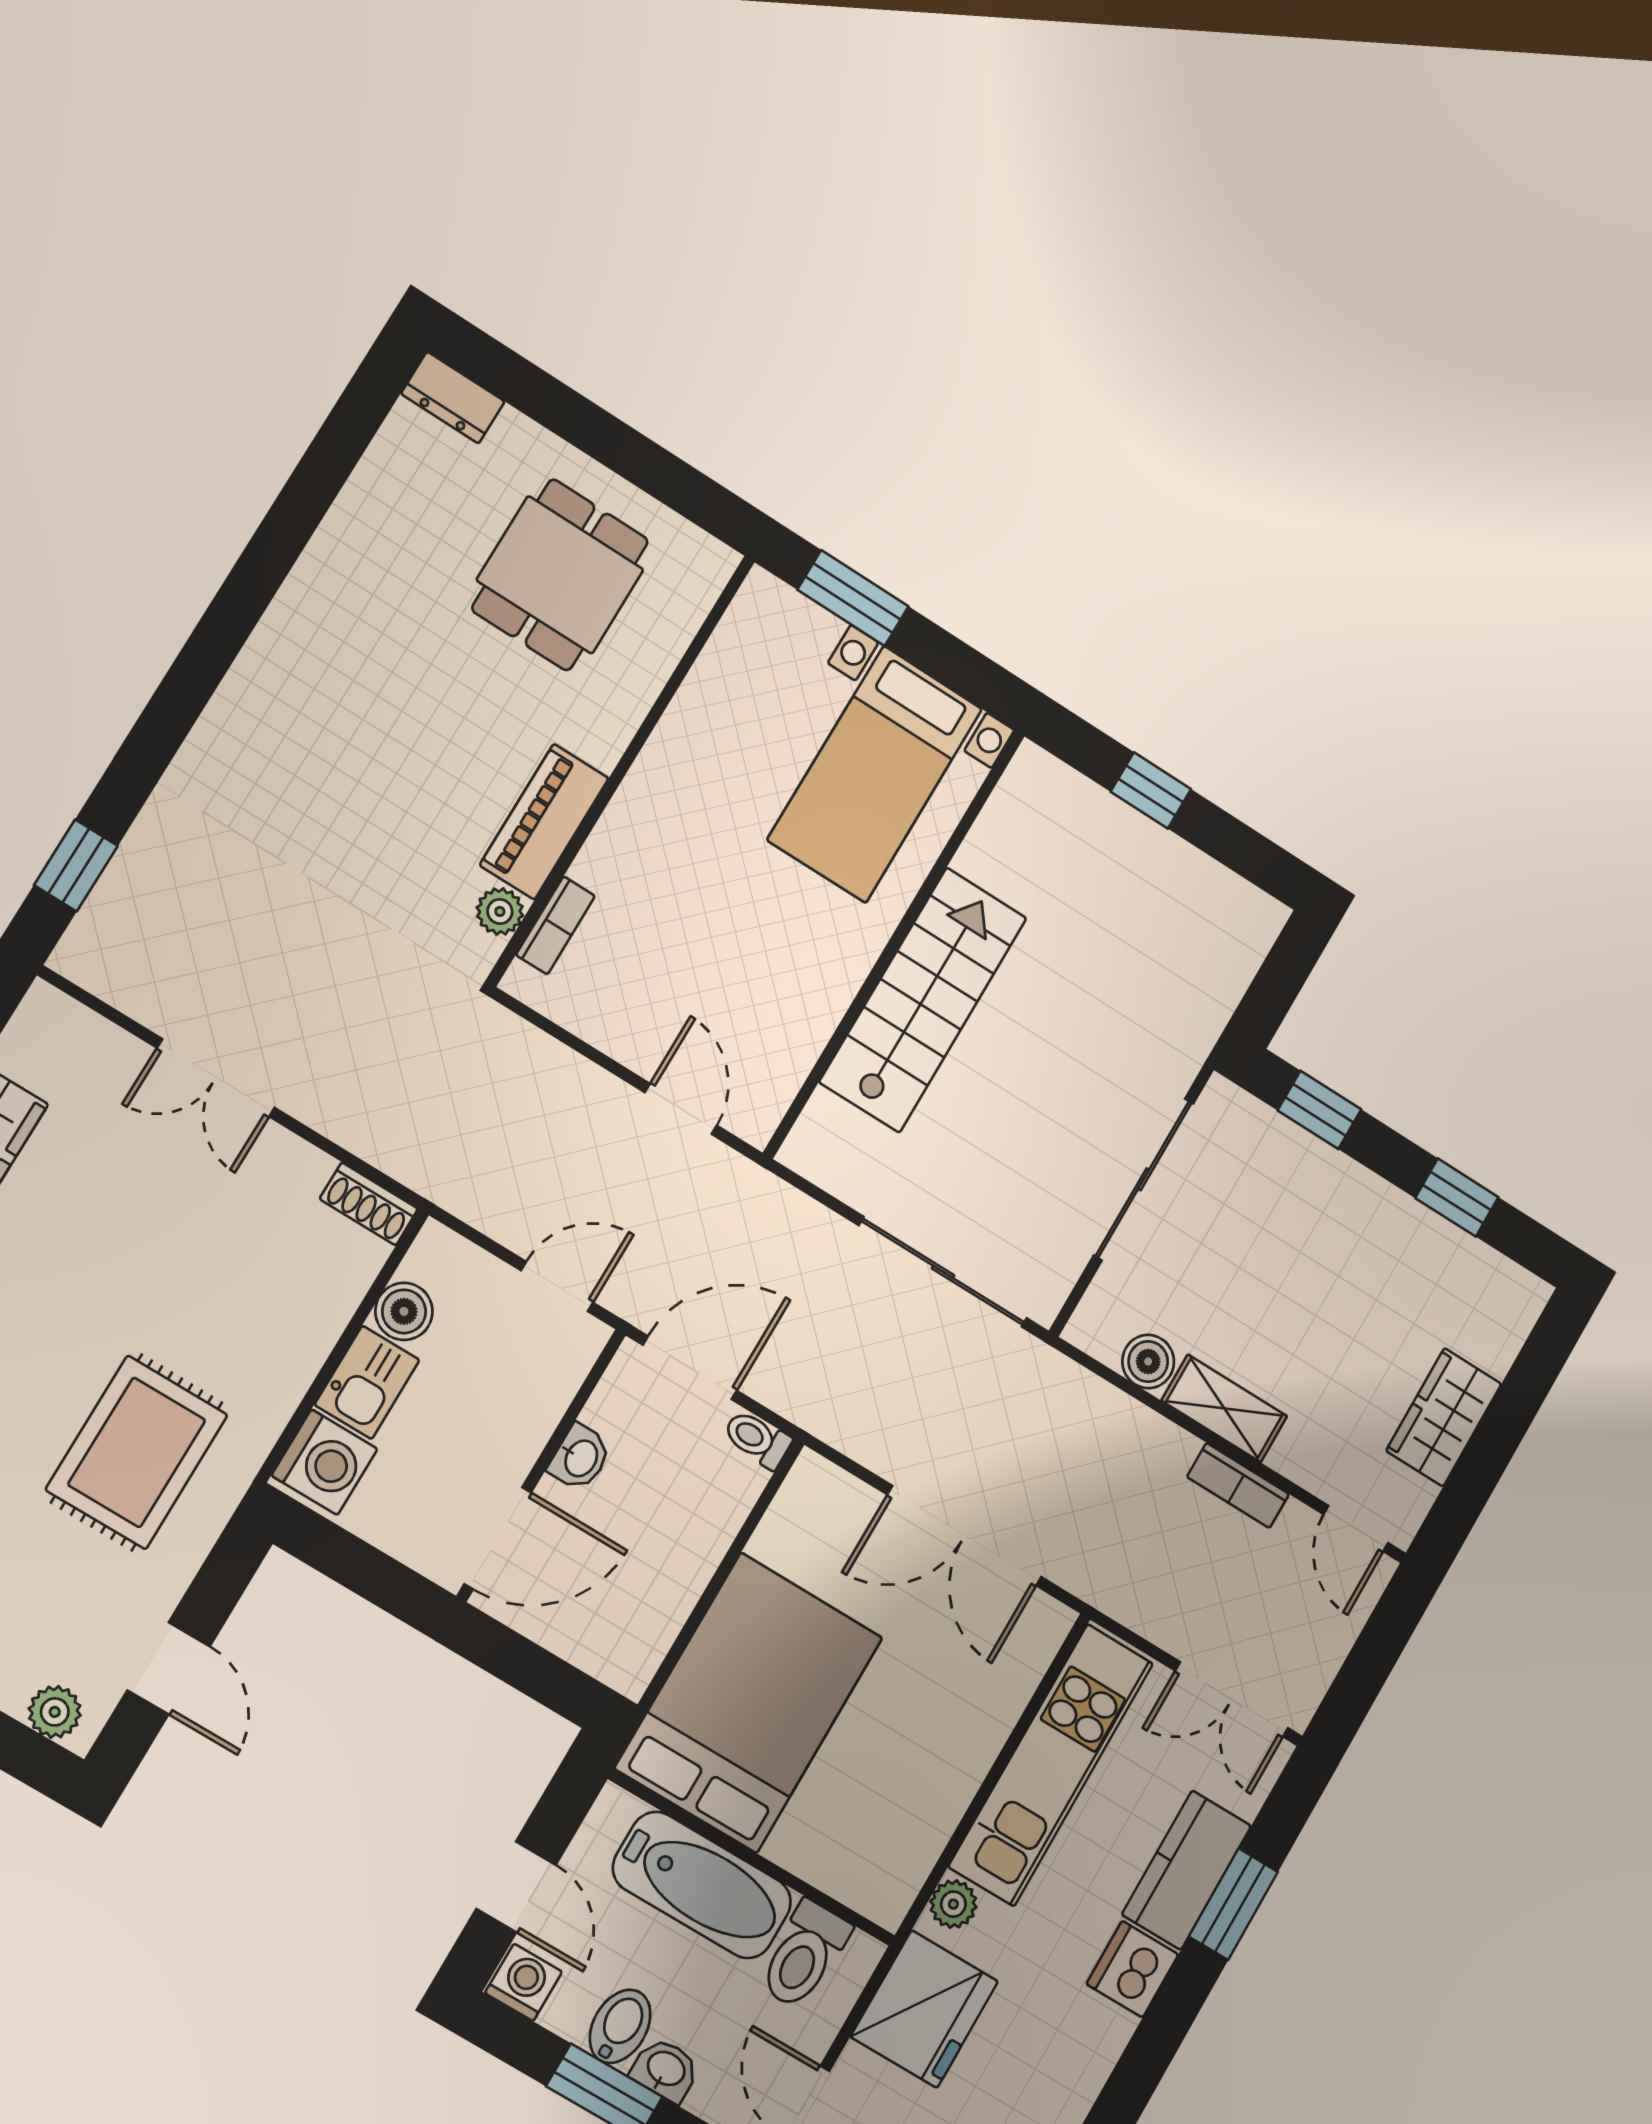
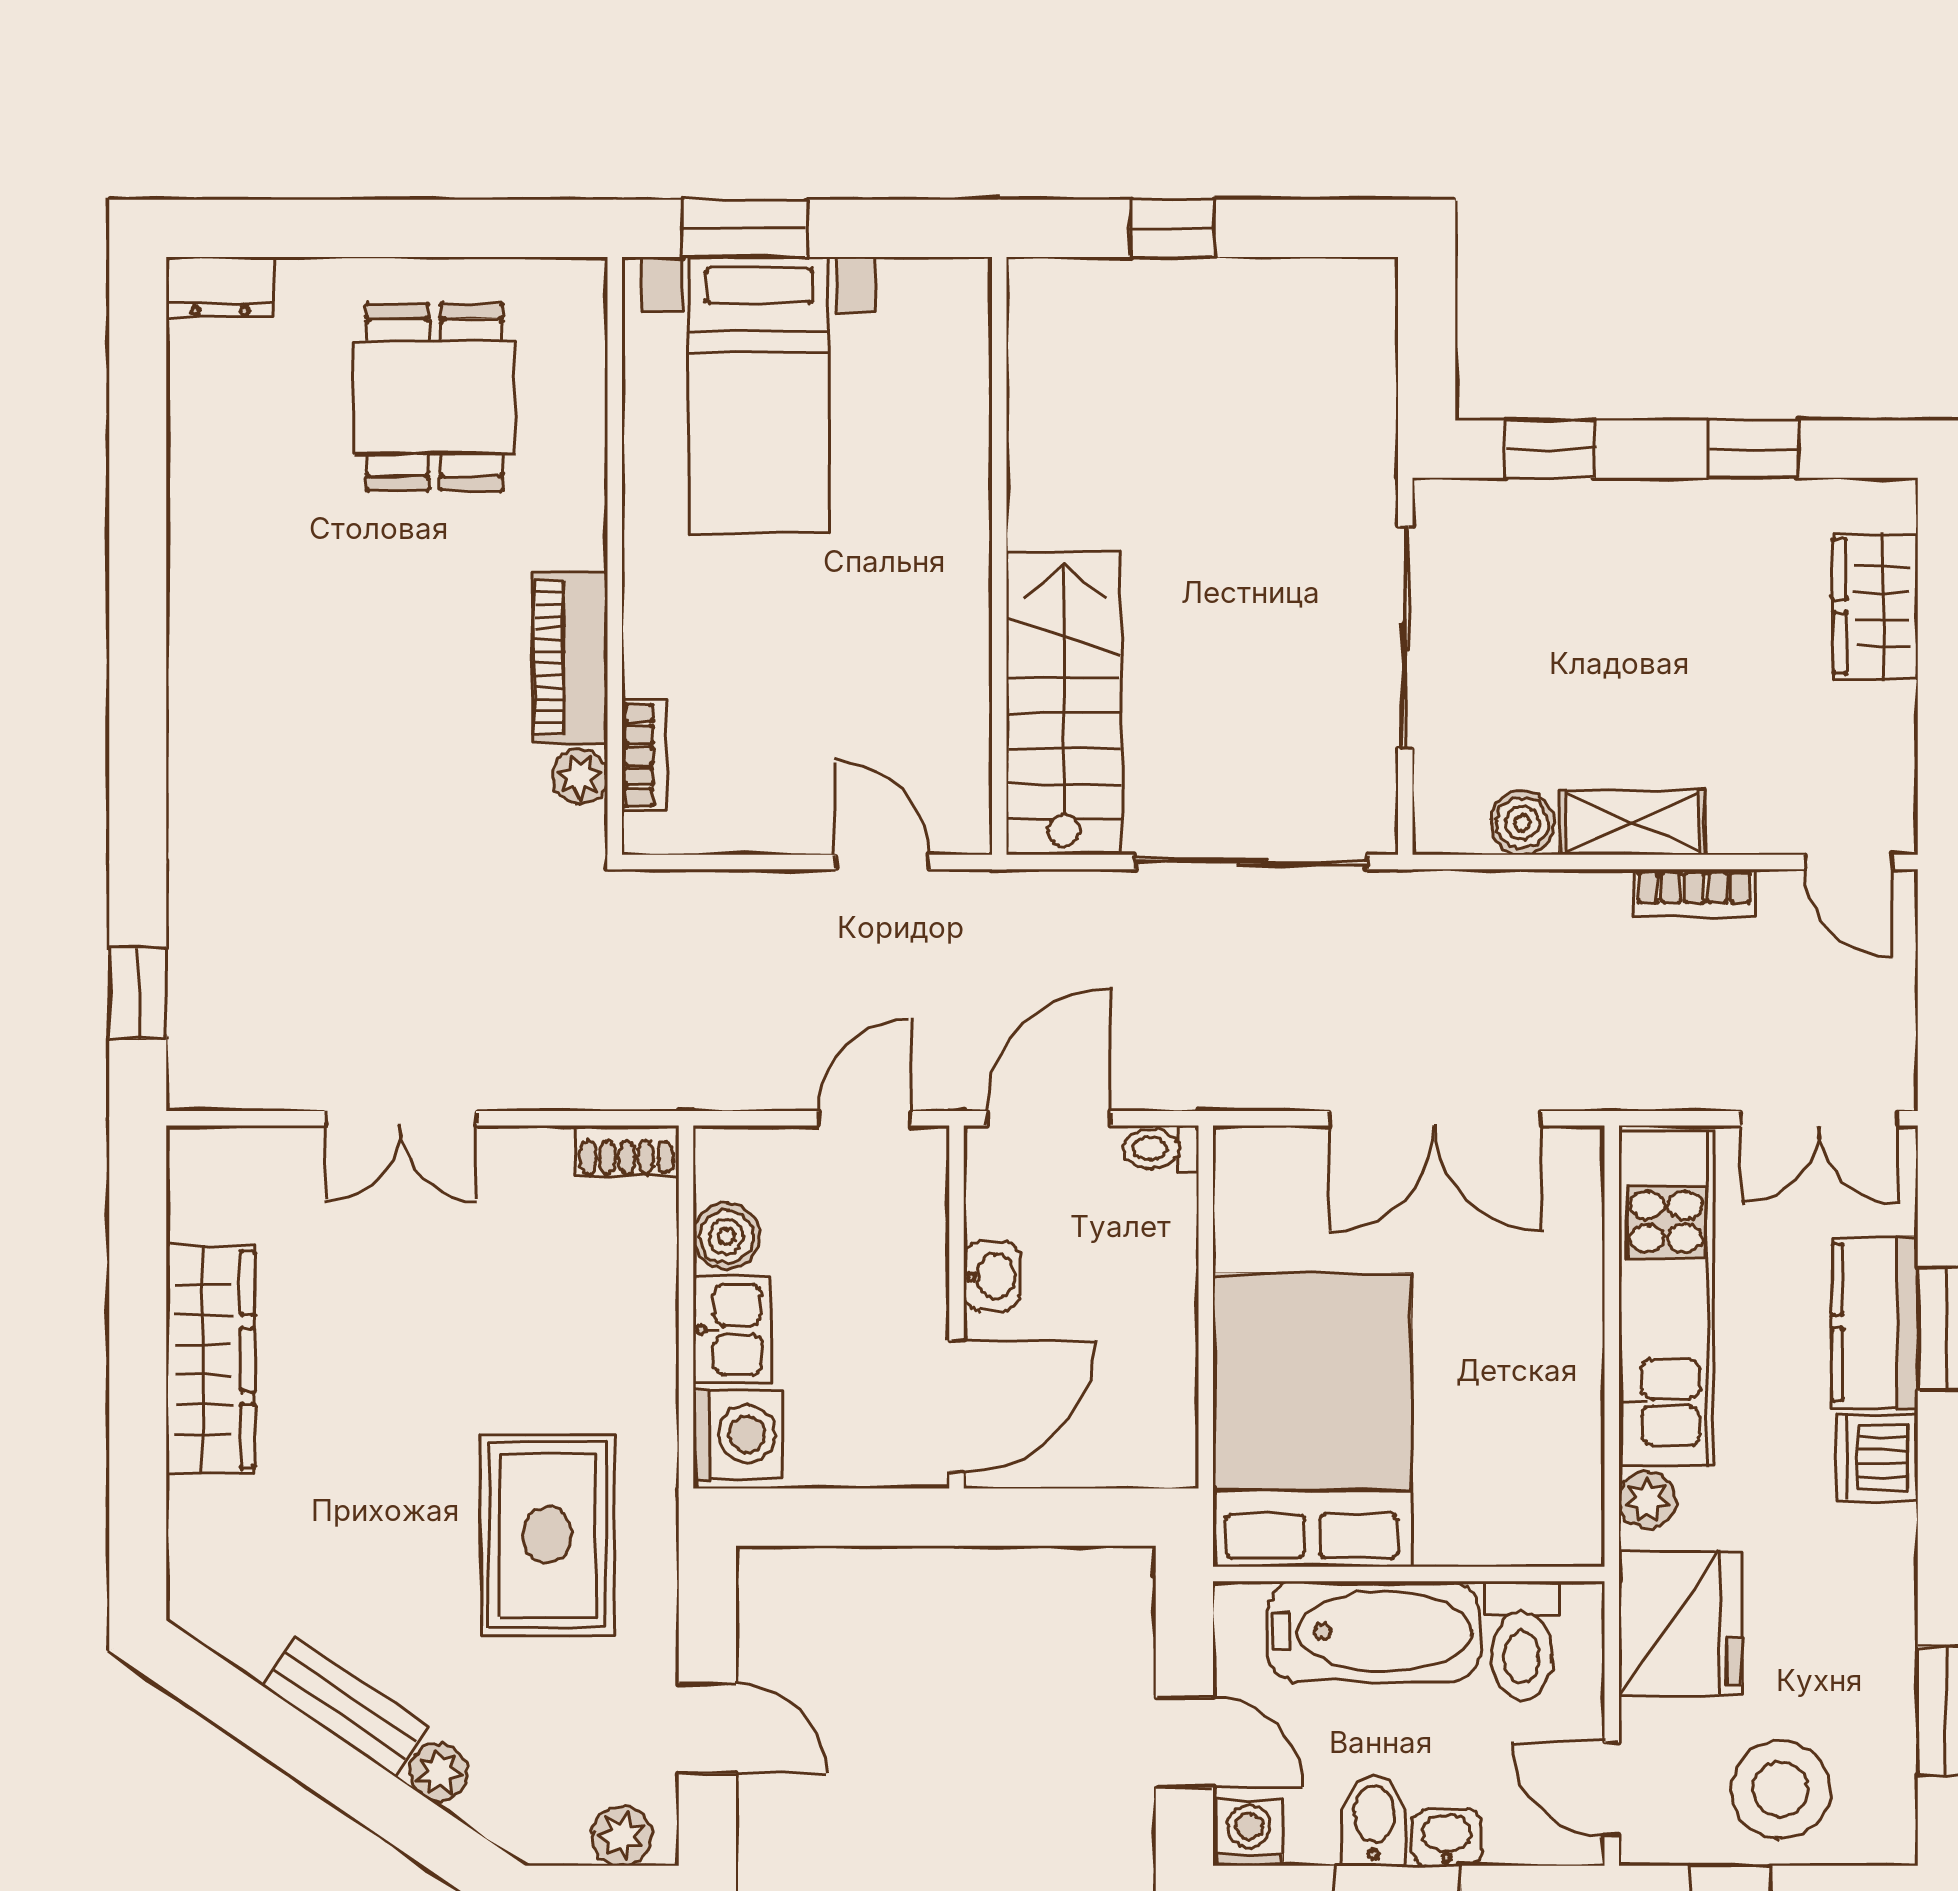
bed with nightstands: (875, 774) -> (759, 395), moved
stairs: (923, 1000) -> (1064, 703), moved
wardrobe: (1444, 1417) -> (1875, 606), moved

